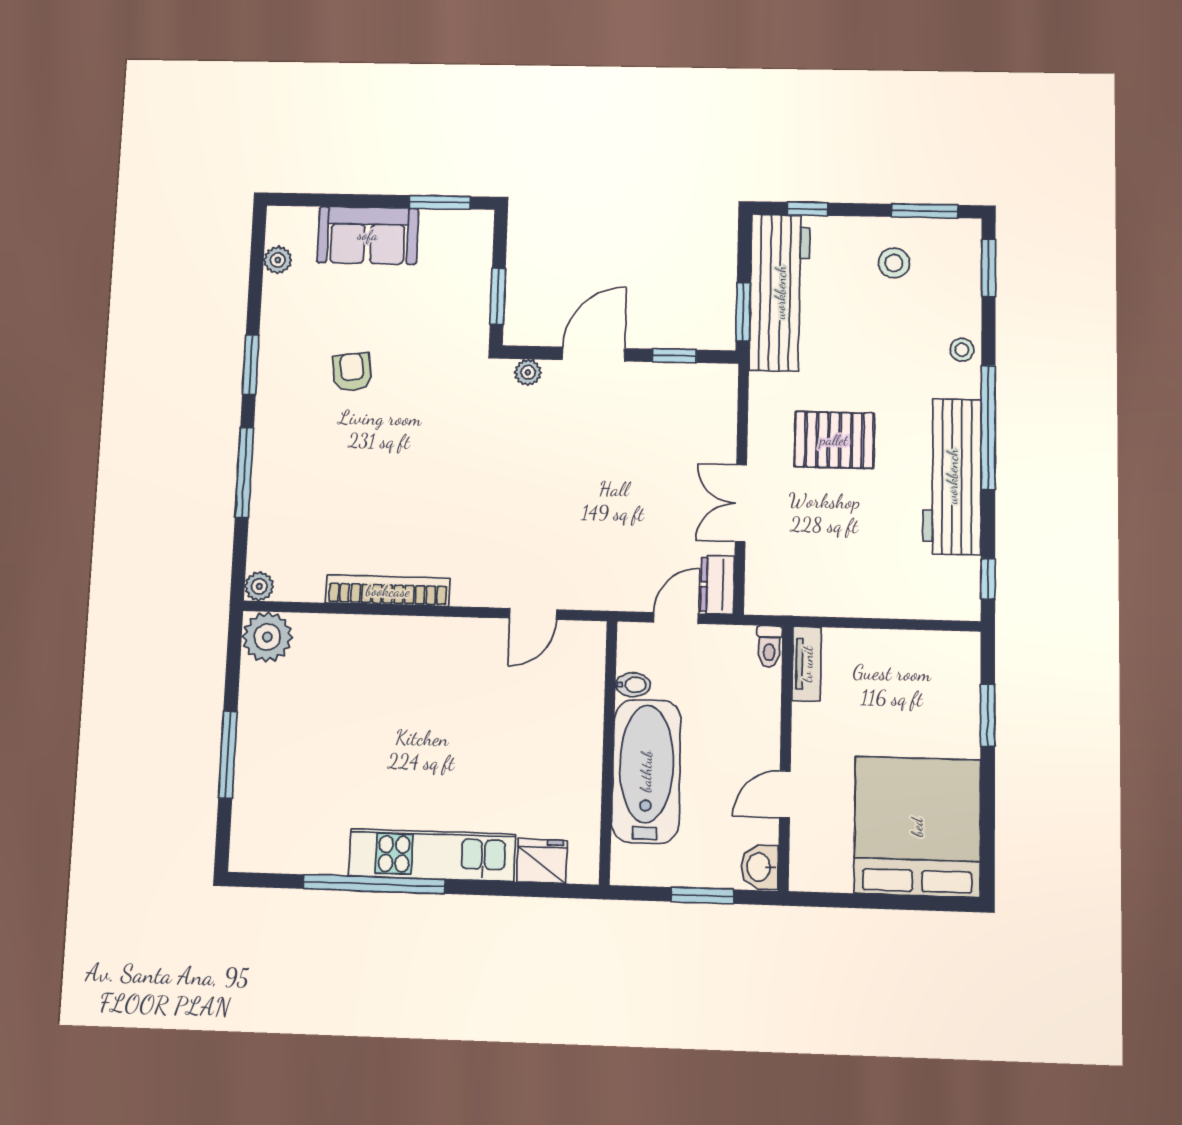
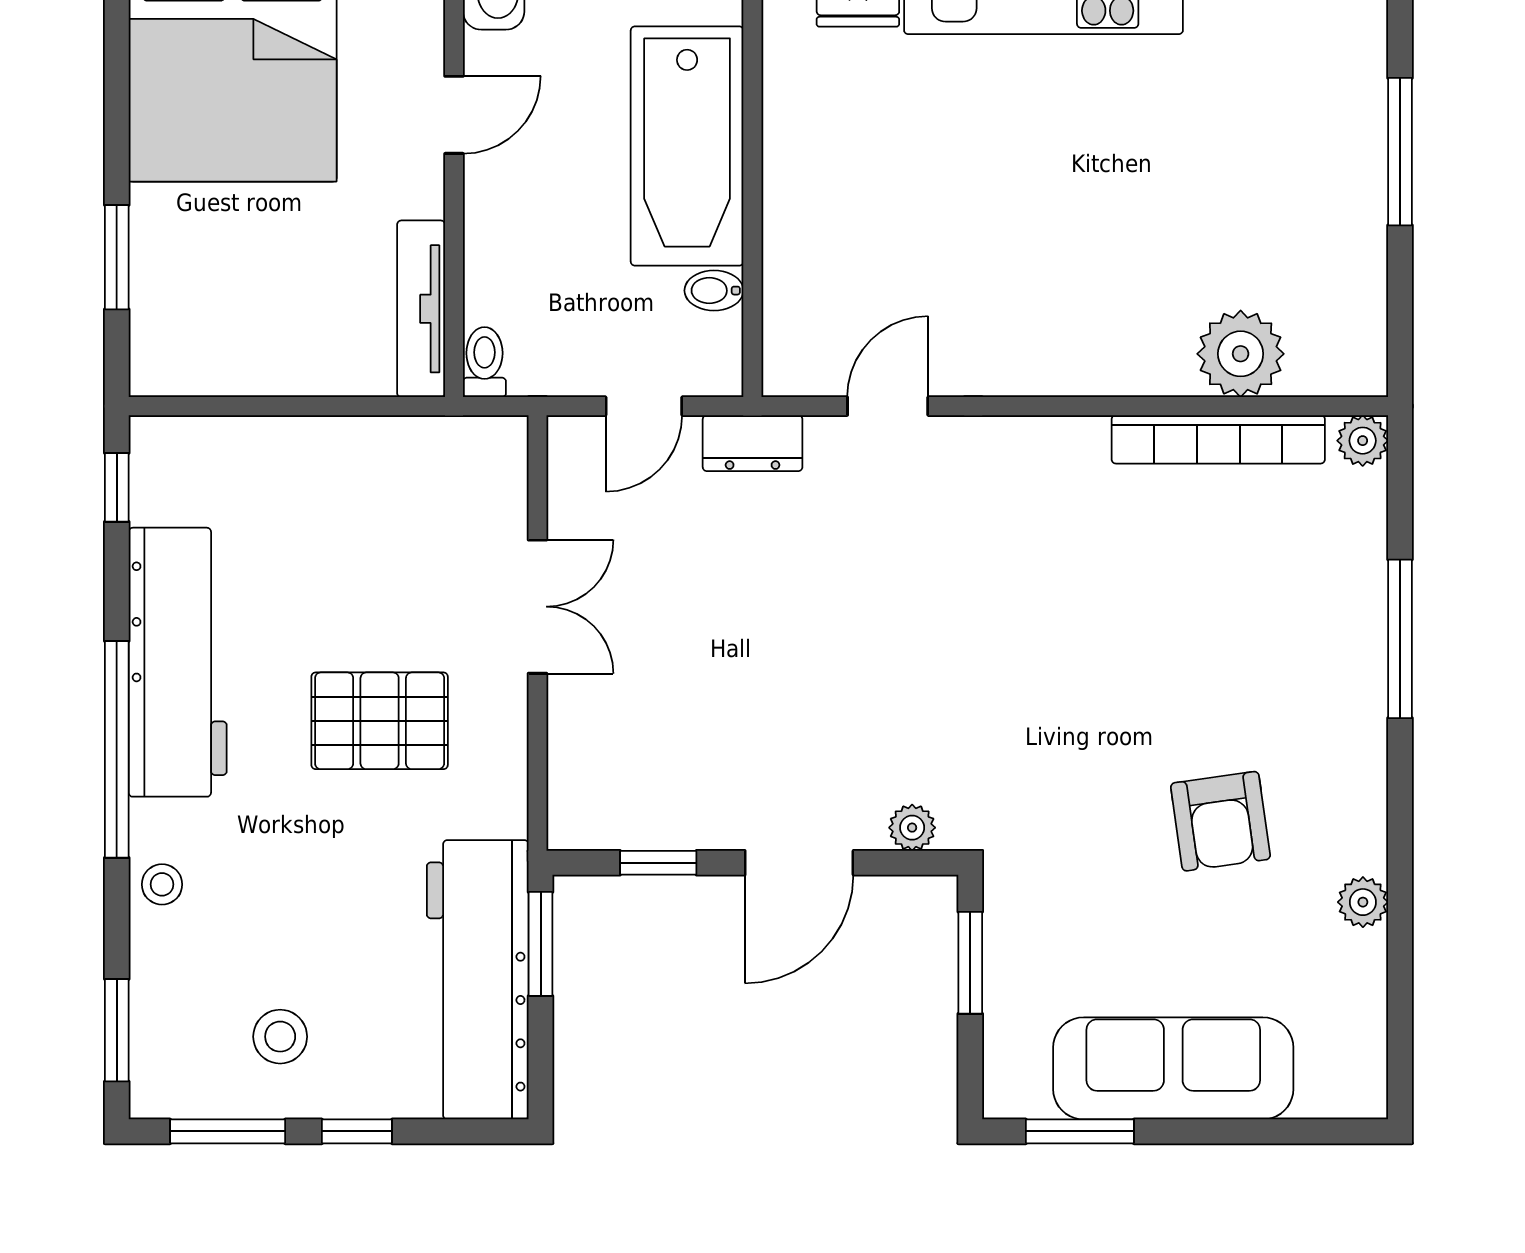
window: (808, 209) -> (357, 1131), moved
sofa: (368, 235) -> (1173, 1068), width x1.36
plant: (278, 260) -> (1363, 902), moved
window: (251, 365) -> (1400, 830), removed
armchair: (352, 372) -> (1220, 821), width x1.38, depth x1.38
dresser: (717, 585) -> (753, 443), moved, turned 90
bookcase: (388, 591) -> (1218, 439), moved
plant: (267, 637) -> (1241, 354), moved
tv unit: (807, 664) -> (421, 309), width x1.41

